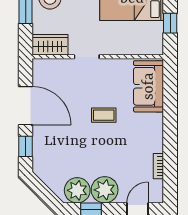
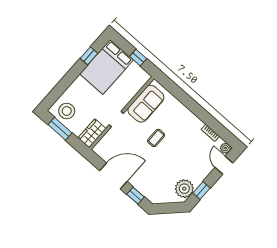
sofa: (149, 86) -> (146, 104), moved, turned -90
plant: (105, 190) -> (225, 148), moved, width x0.53, depth x0.53

